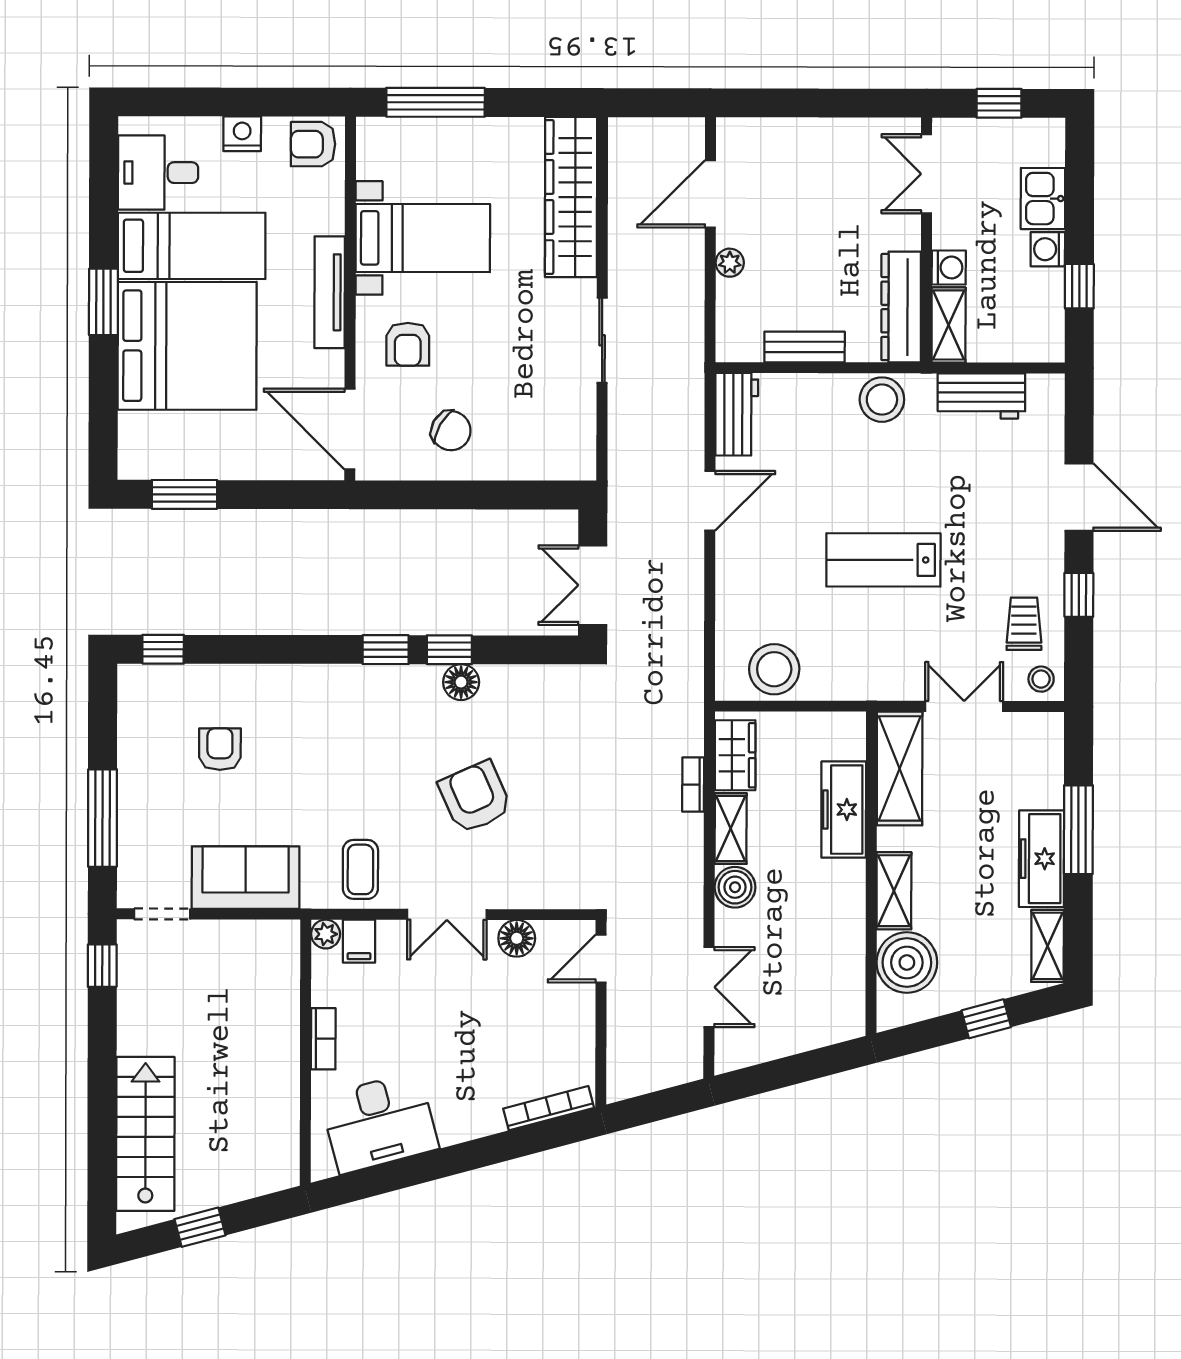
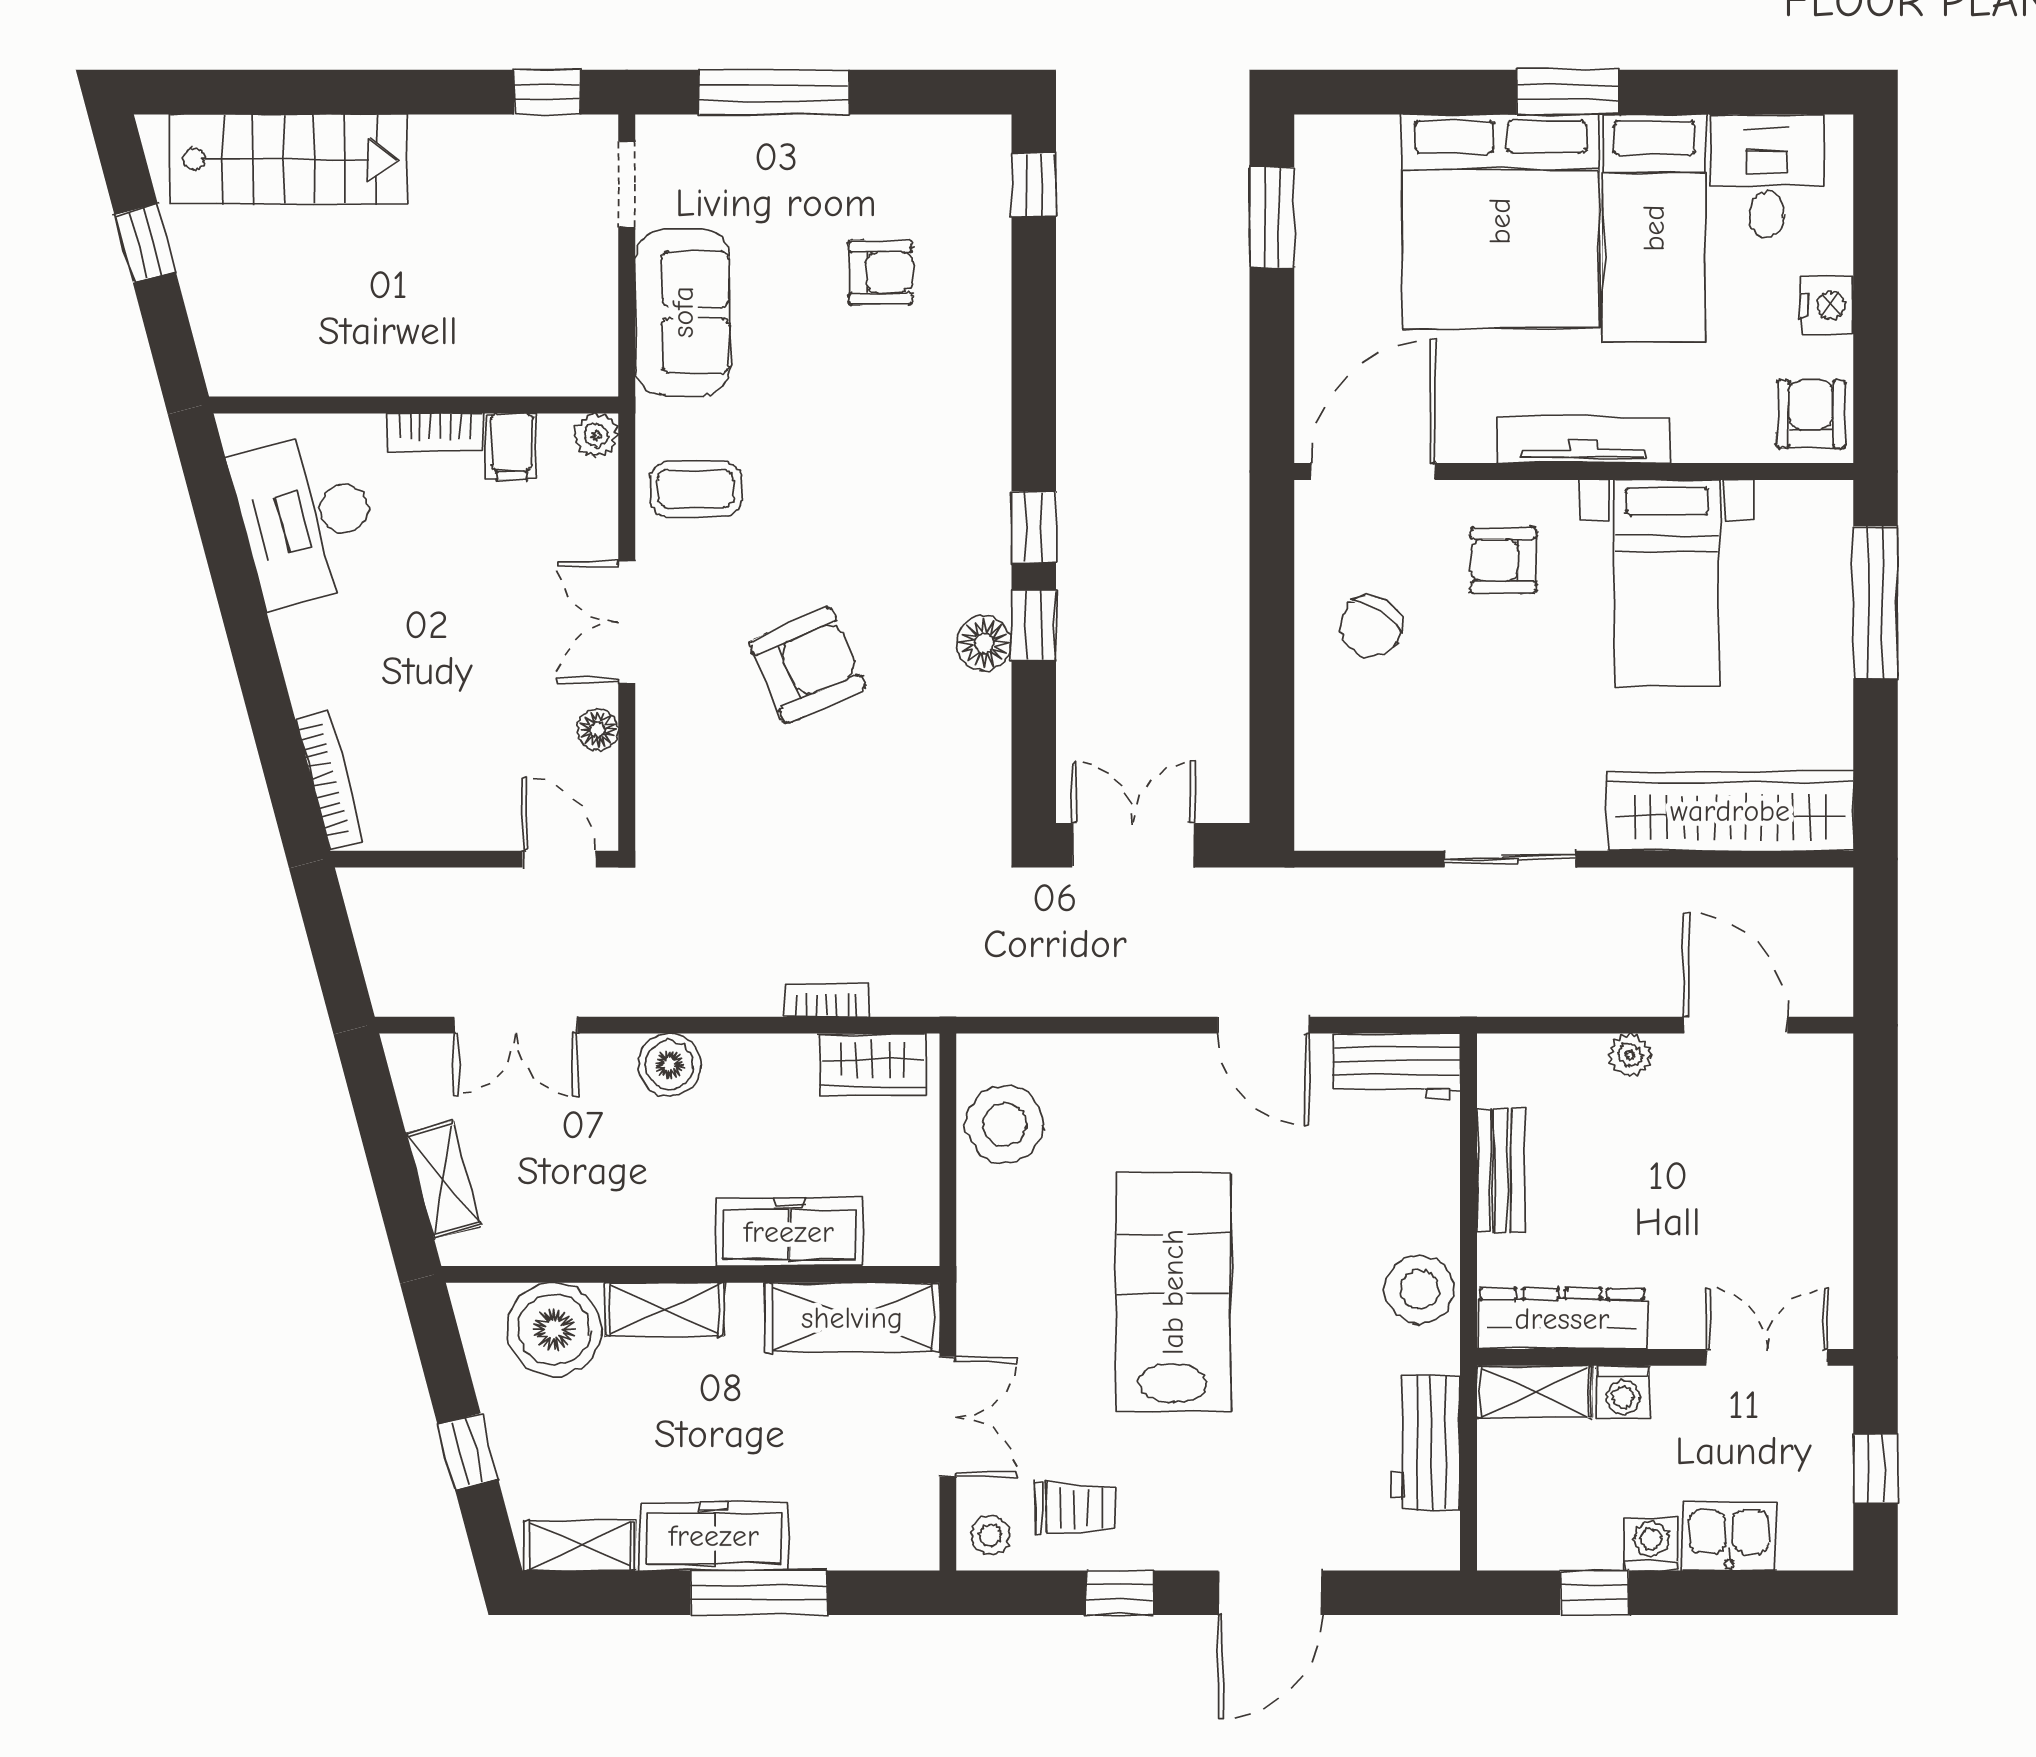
lab bench: (883, 560) -> (1173, 1292), width x1.36, depth x1.39
shelving: (731, 828) -> (443, 1180), moved, turned 75
floor lamp: (517, 938) -> (598, 729), width x0.73, depth x0.73
filing cabinet: (359, 941) -> (512, 446), moved, turned -90

